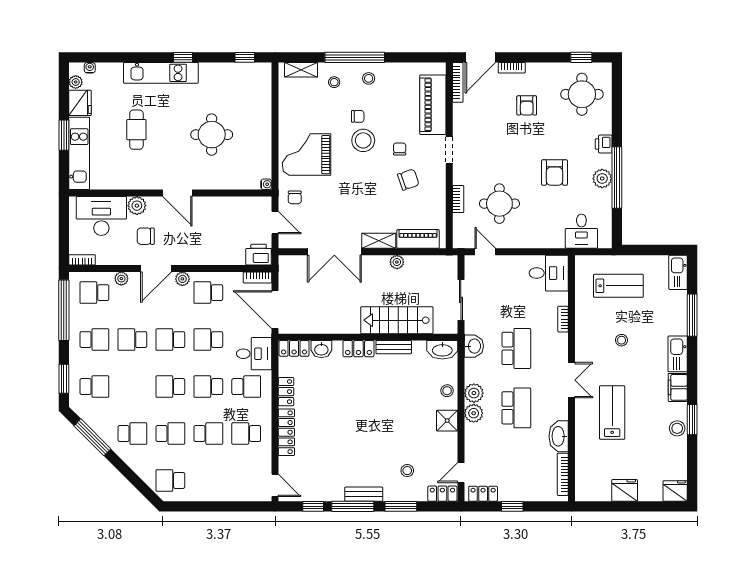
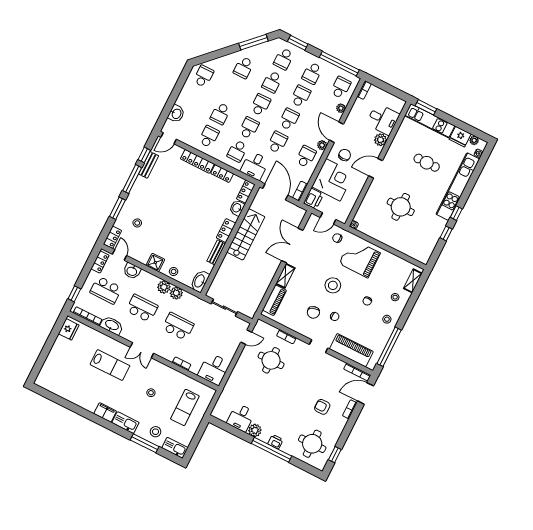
window: (245, 57) -> (446, 233), moved
window: (355, 57) -> (389, 347), moved
door: (480, 57) -> (366, 393), hinge flipped
kitchen unit: (161, 73) -> (458, 187), width x1.36
window: (64, 135) -> (426, 107), moved
stool: (363, 140) -> (333, 285), moved
grand piano: (307, 155) -> (360, 258), turned -90
armchair: (554, 173) -> (273, 403), removed
window: (617, 177) -> (272, 450), moved
desk: (101, 216) -> (383, 119), width x0.73
desk: (581, 231) -> (241, 418), moved, turned -90
chair: (146, 236) -> (345, 155), moved
corner desk: (221, 242) -> (333, 180), added
plant: (397, 262) -> (267, 280), removed
door: (275, 310) -> (275, 192), hinge flipped
stairs: (397, 320) -> (246, 234), moved
washbasin: (474, 346) -> (132, 271), moved
school desk: (516, 348) -> (178, 326), turned 180
school desk: (516, 408) -> (142, 308), turned 180
plant: (474, 413) -> (176, 293), moved
window: (692, 420) -> (81, 411), removed
stool: (677, 428) -> (156, 432), moved
school desk: (170, 434) -> (272, 82), moved
school desk: (516, 467) -> (106, 290), added
fridge: (625, 490) -> (69, 329), moved
fridge: (675, 491) -> (43, 379), removed
washbasin: (238, 492) -> (176, 114), added
bench: (364, 494) -> (149, 165), moved
window: (512, 506) -> (74, 294), moved

